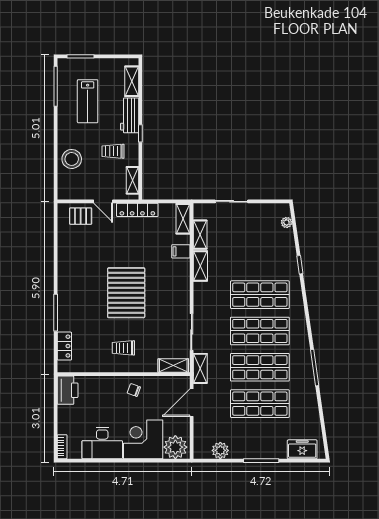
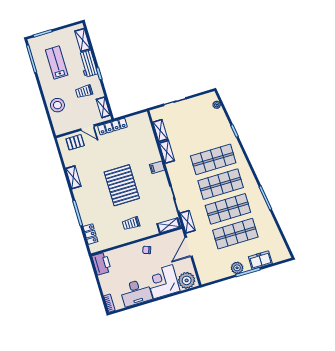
lab bench: (88, 101) -> (57, 63), turned 180
shelving: (183, 219) -> (73, 177), moved
filing cabinet: (181, 251) -> (157, 167), moved
freezer: (302, 449) -> (260, 260), moved
plant: (220, 450) -> (237, 268), moved

